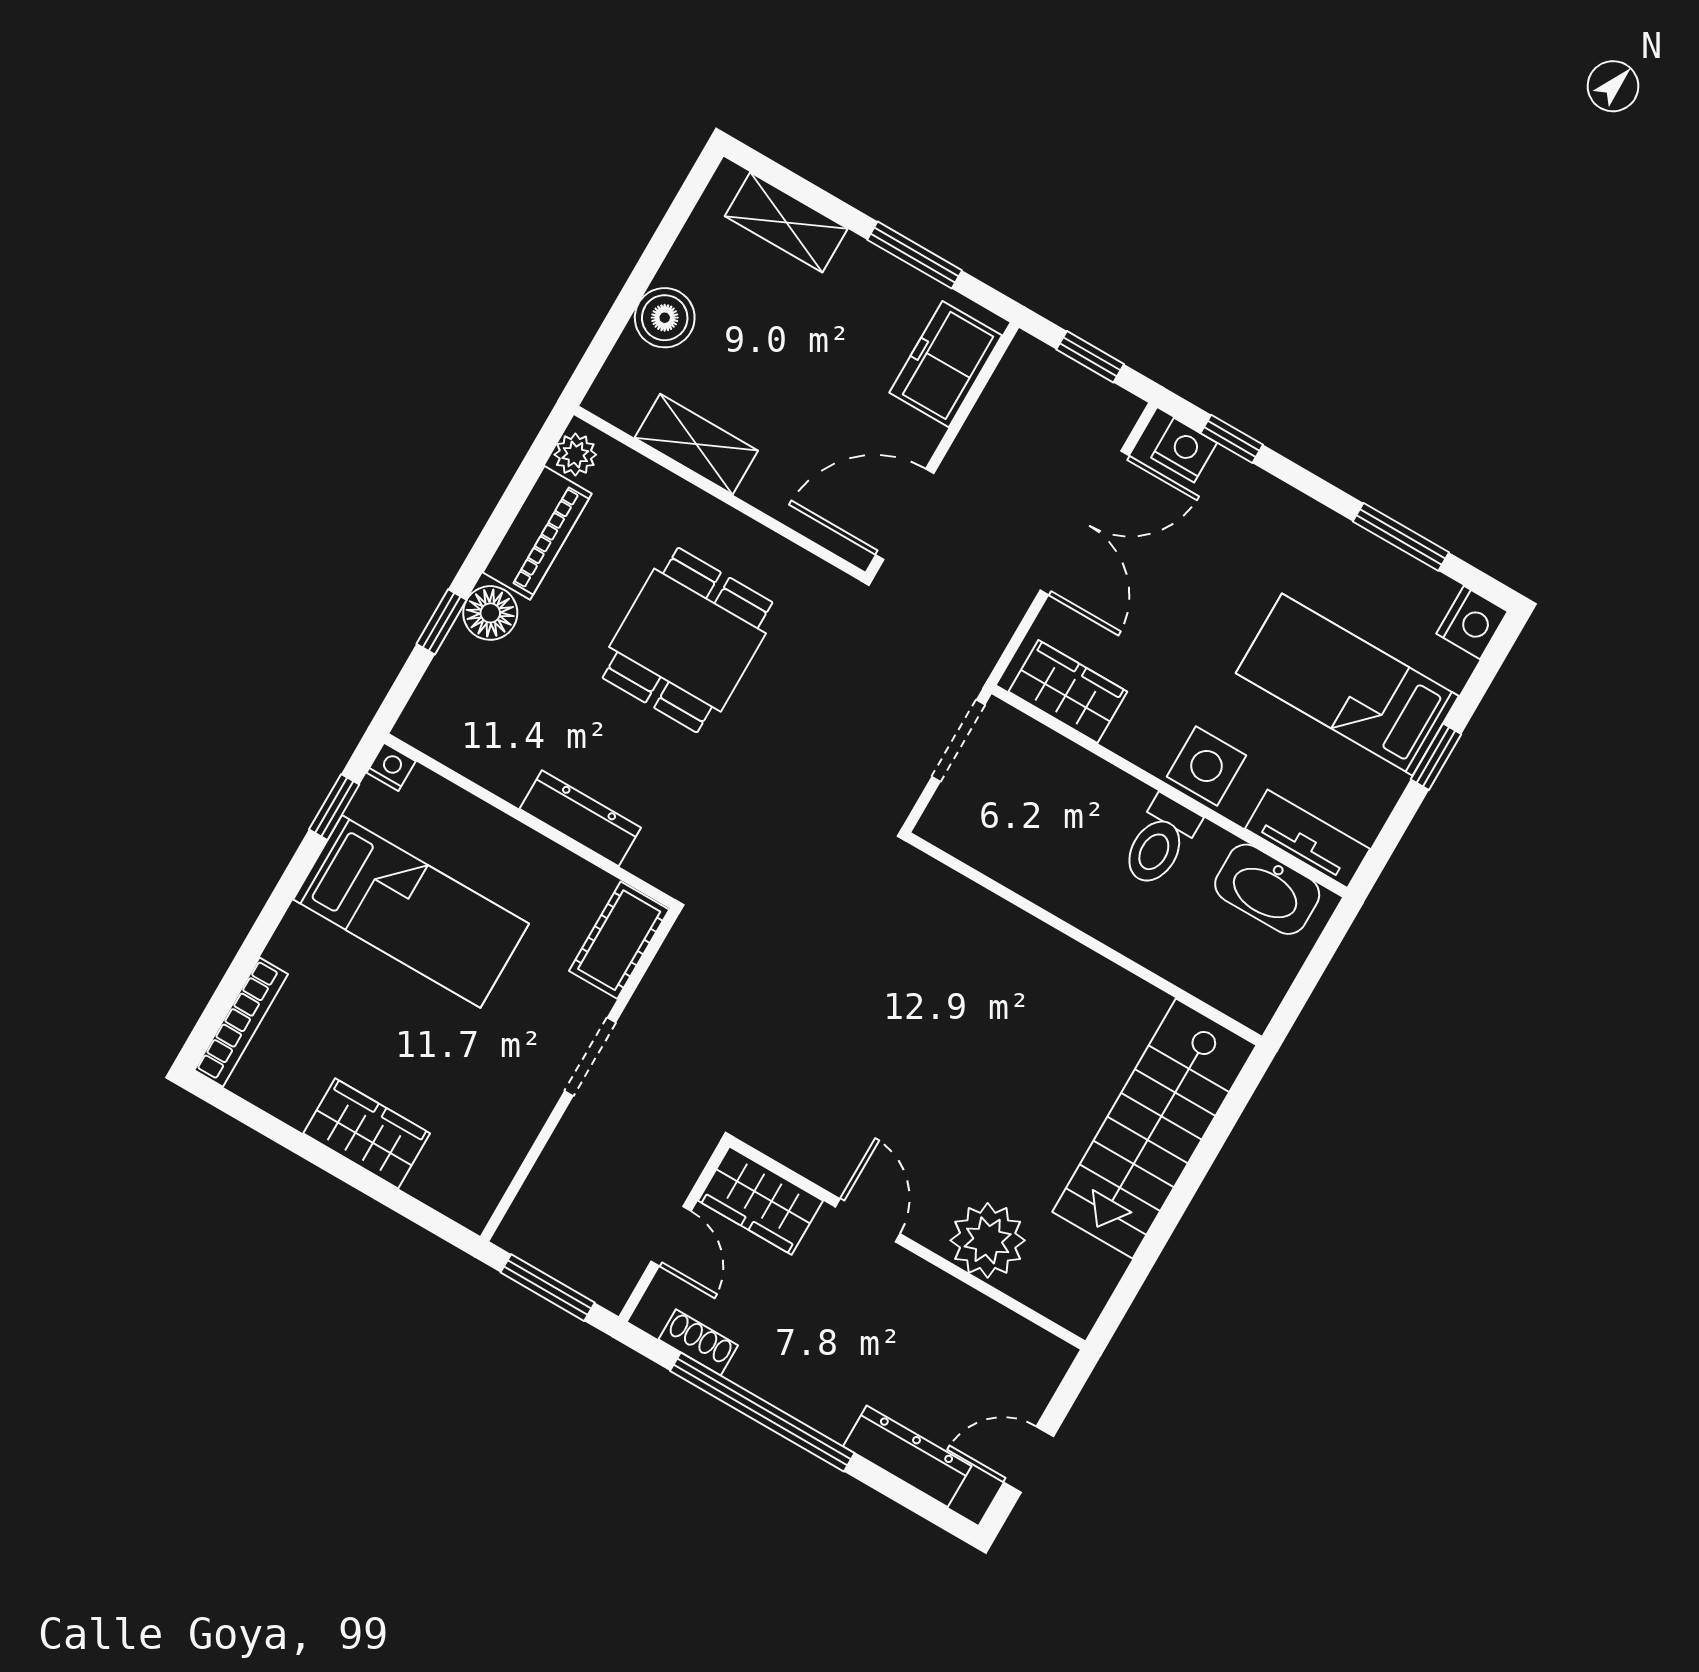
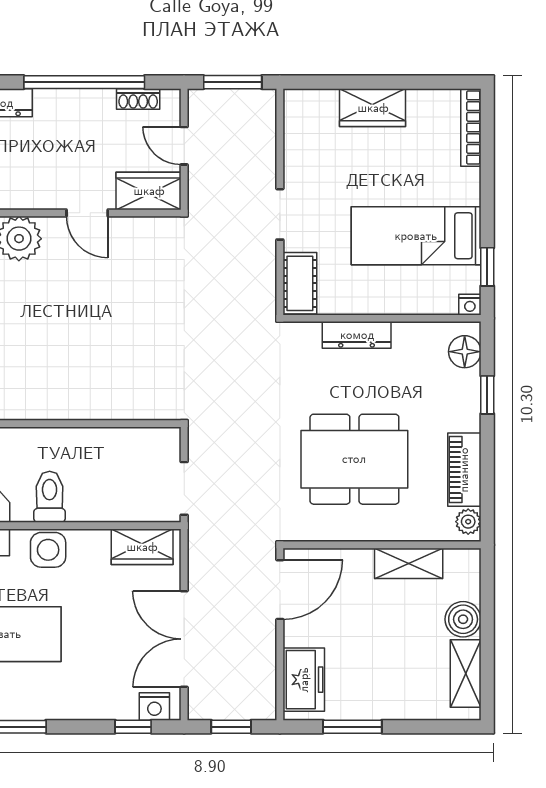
shelving: (786, 222) -> (466, 673), moved, turned 90
floor lamp: (490, 613) -> (465, 352), moved
dining table: (688, 640) -> (354, 459), width x1.38

